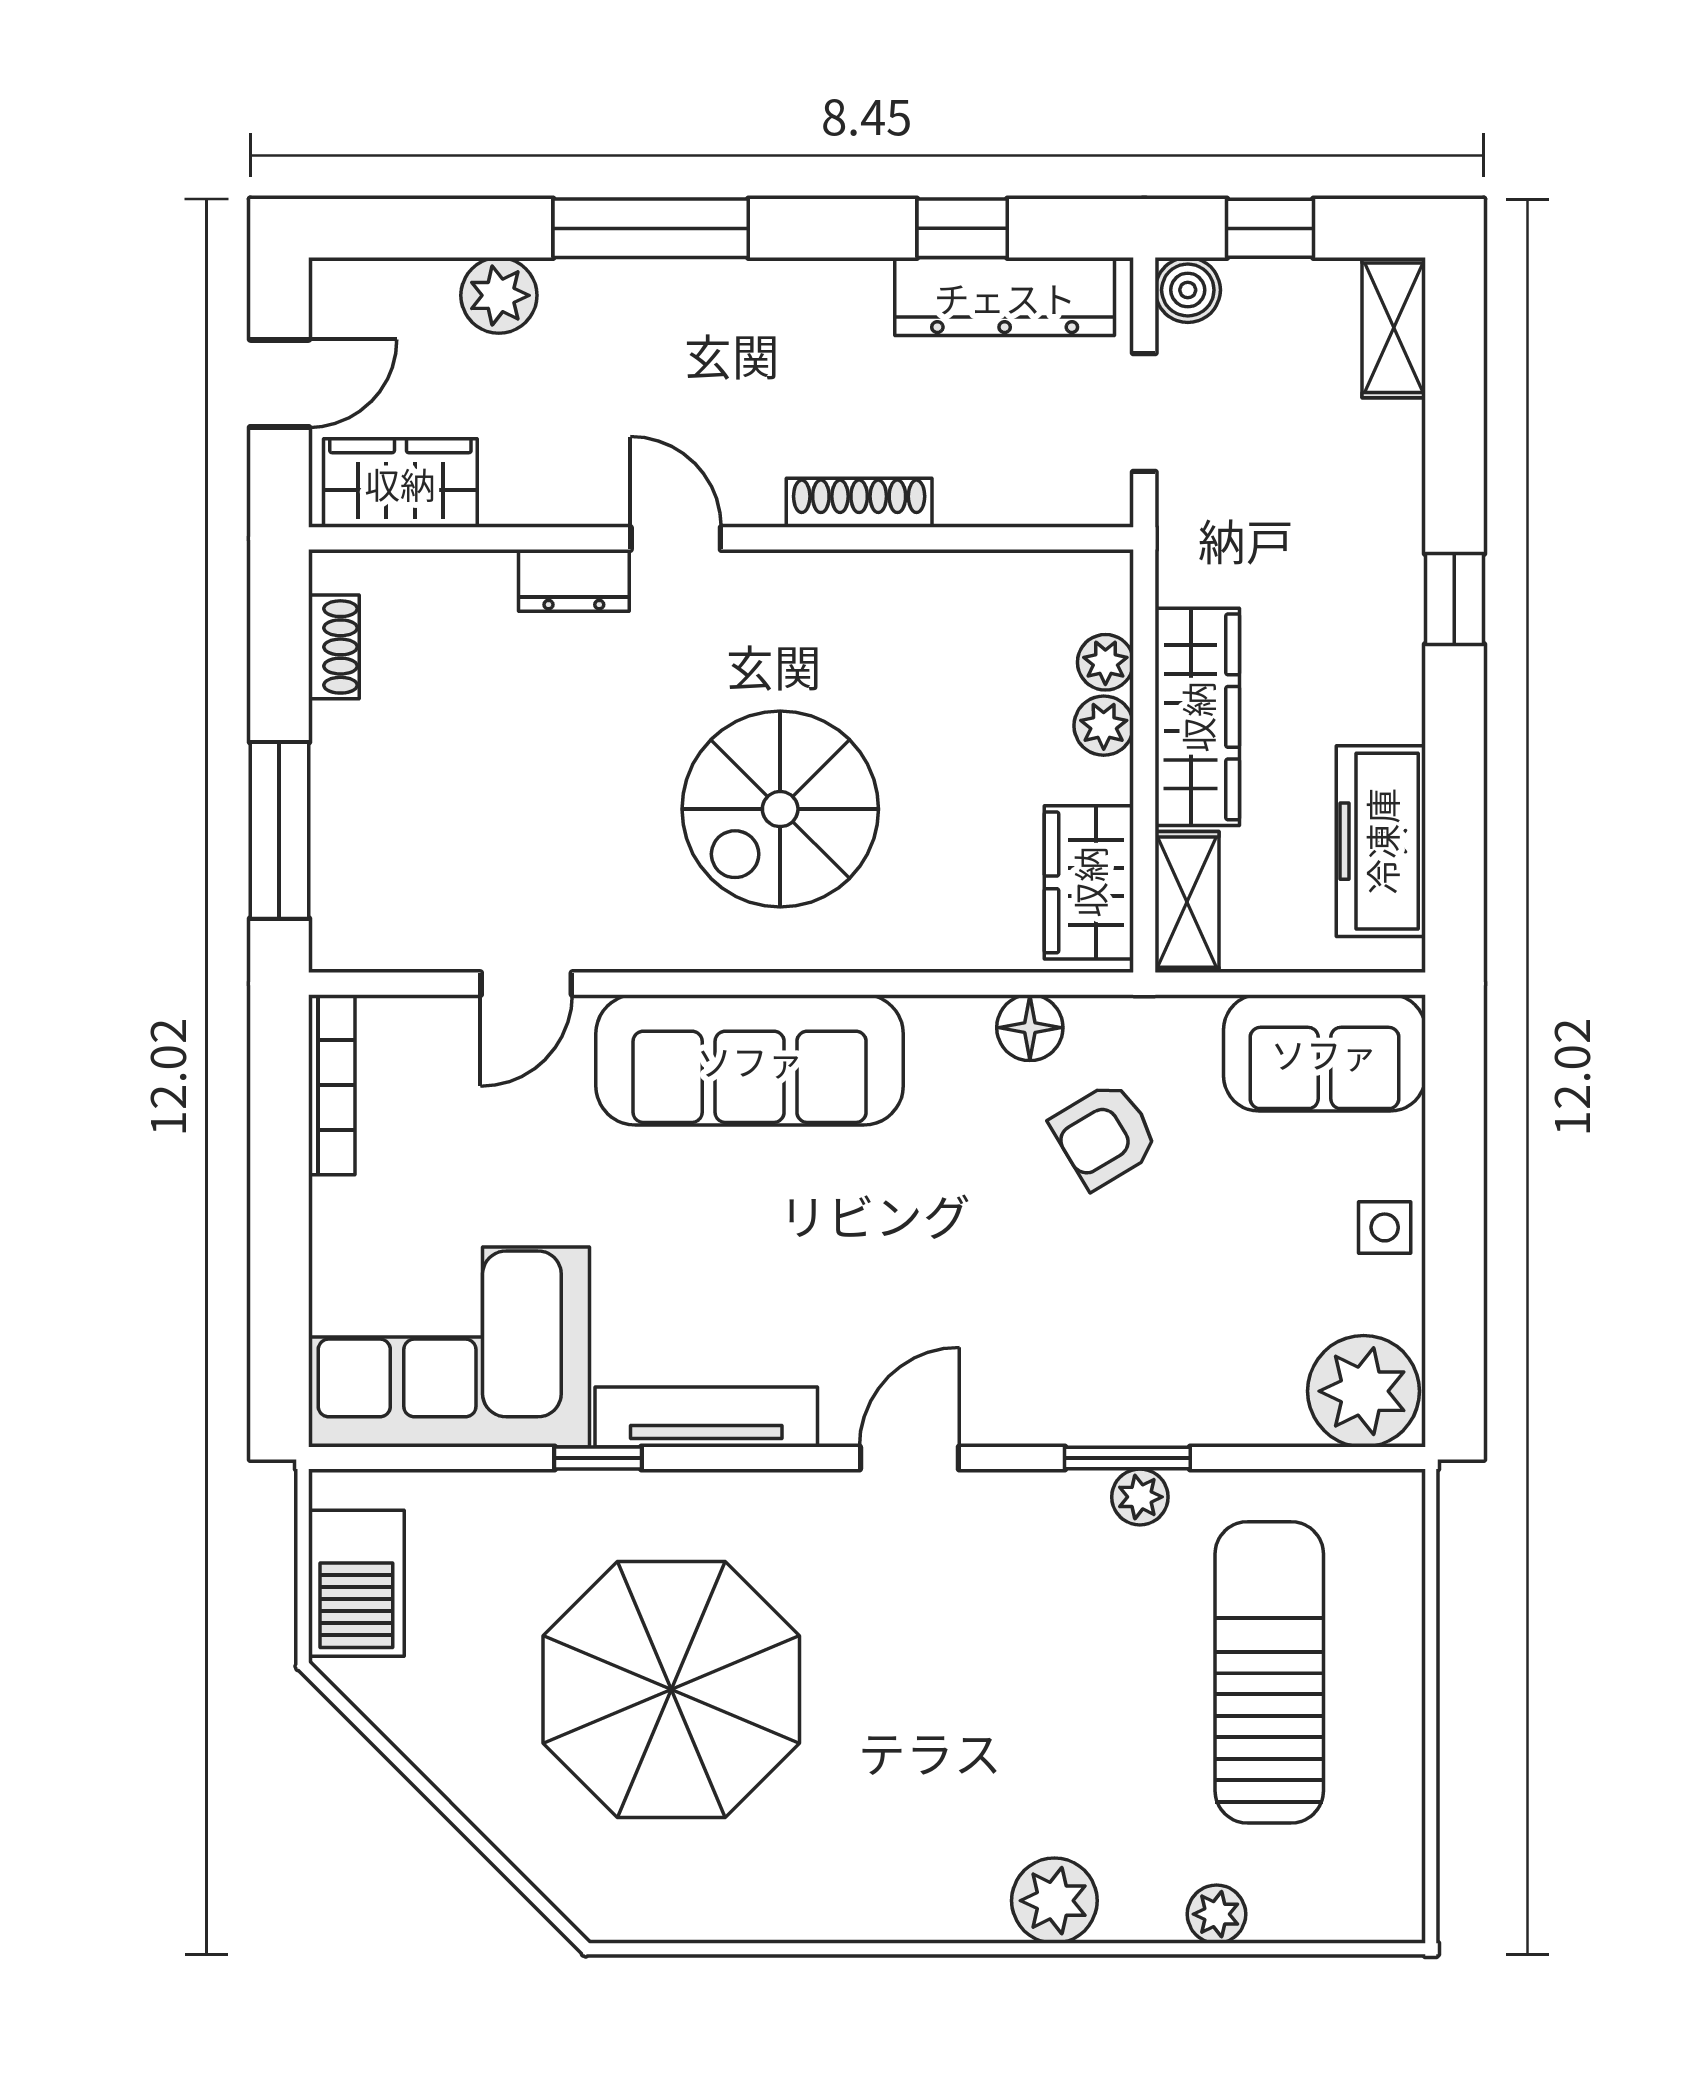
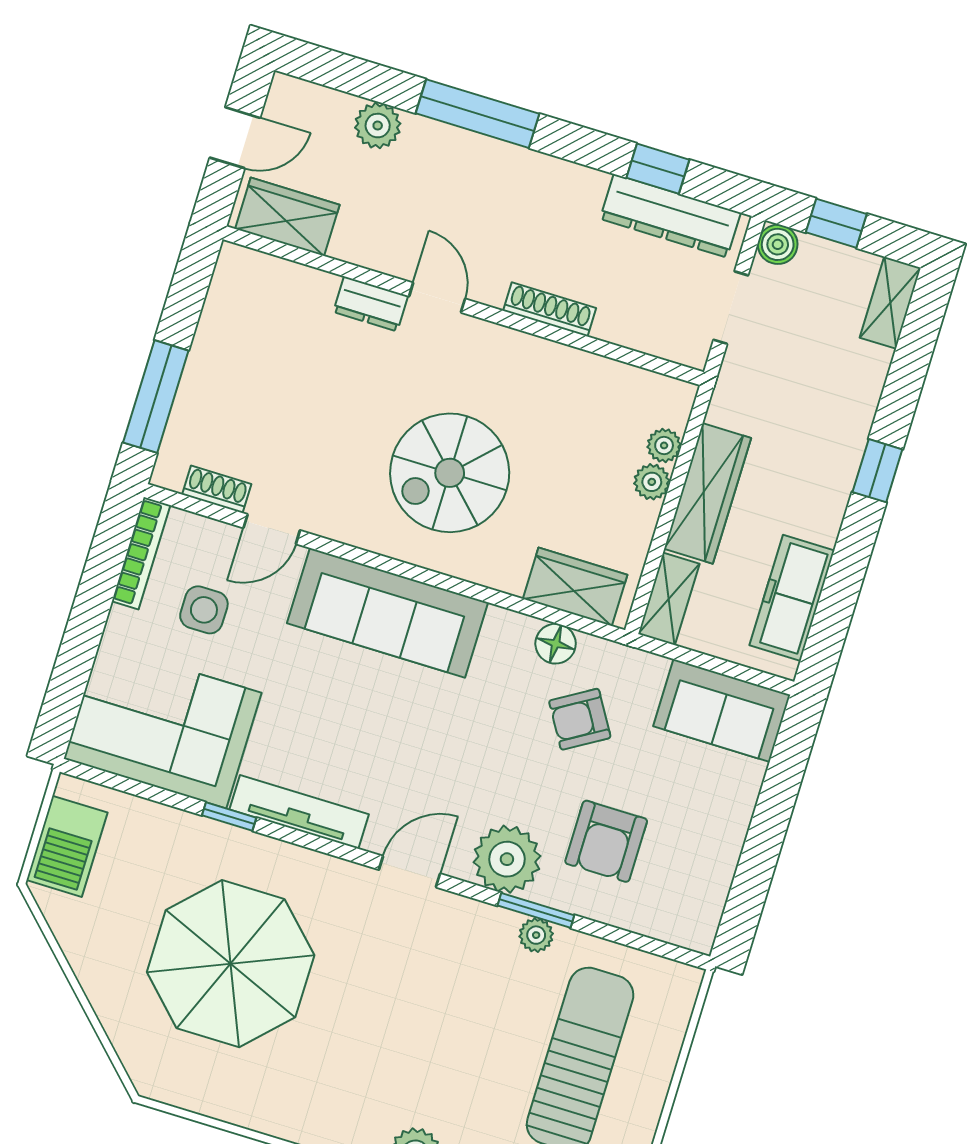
shoe rack: (334, 647) -> (217, 489), moved, turned -90
wardrobe: (1089, 882) -> (575, 587), moved, turned 90
side table: (1385, 1227) -> (204, 610), moved, width x1.37, depth x1.37
armchair: (1205, 1315) -> (606, 841), added
plant: (1364, 1391) -> (507, 859), moved

